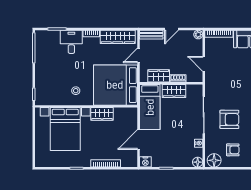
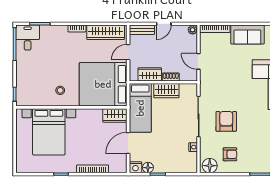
desk: (71, 42) -> (28, 38), moved
wardrobe: (102, 114) -> (115, 115), moved
armchair: (229, 119) -> (226, 121), turned -90
floor lamp: (198, 162) -> (148, 168), moved

